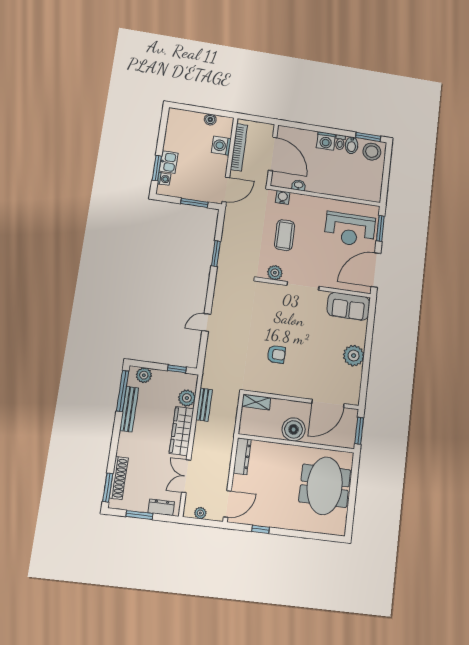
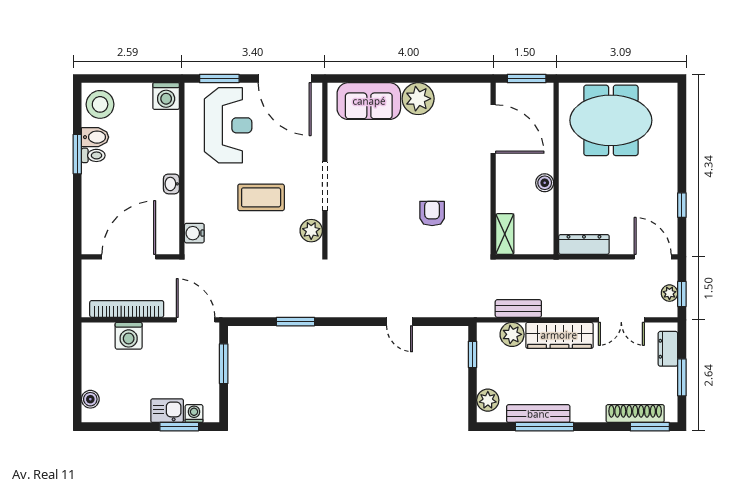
boiler: (210, 119) -> (90, 399), moved
window: (368, 137) -> (77, 154), moved
washing machine: (326, 141) -> (166, 96), moved, turned 90
washbasin: (299, 185) -> (171, 184), moved
coffee table: (285, 235) -> (261, 197), moved
sofa: (348, 306) -> (369, 101), moved, turned 90
window: (123, 391) -> (545, 427), moved
boiler: (294, 429) -> (545, 183), width x0.54, depth x0.54
window: (198, 522) -> (682, 294), added

